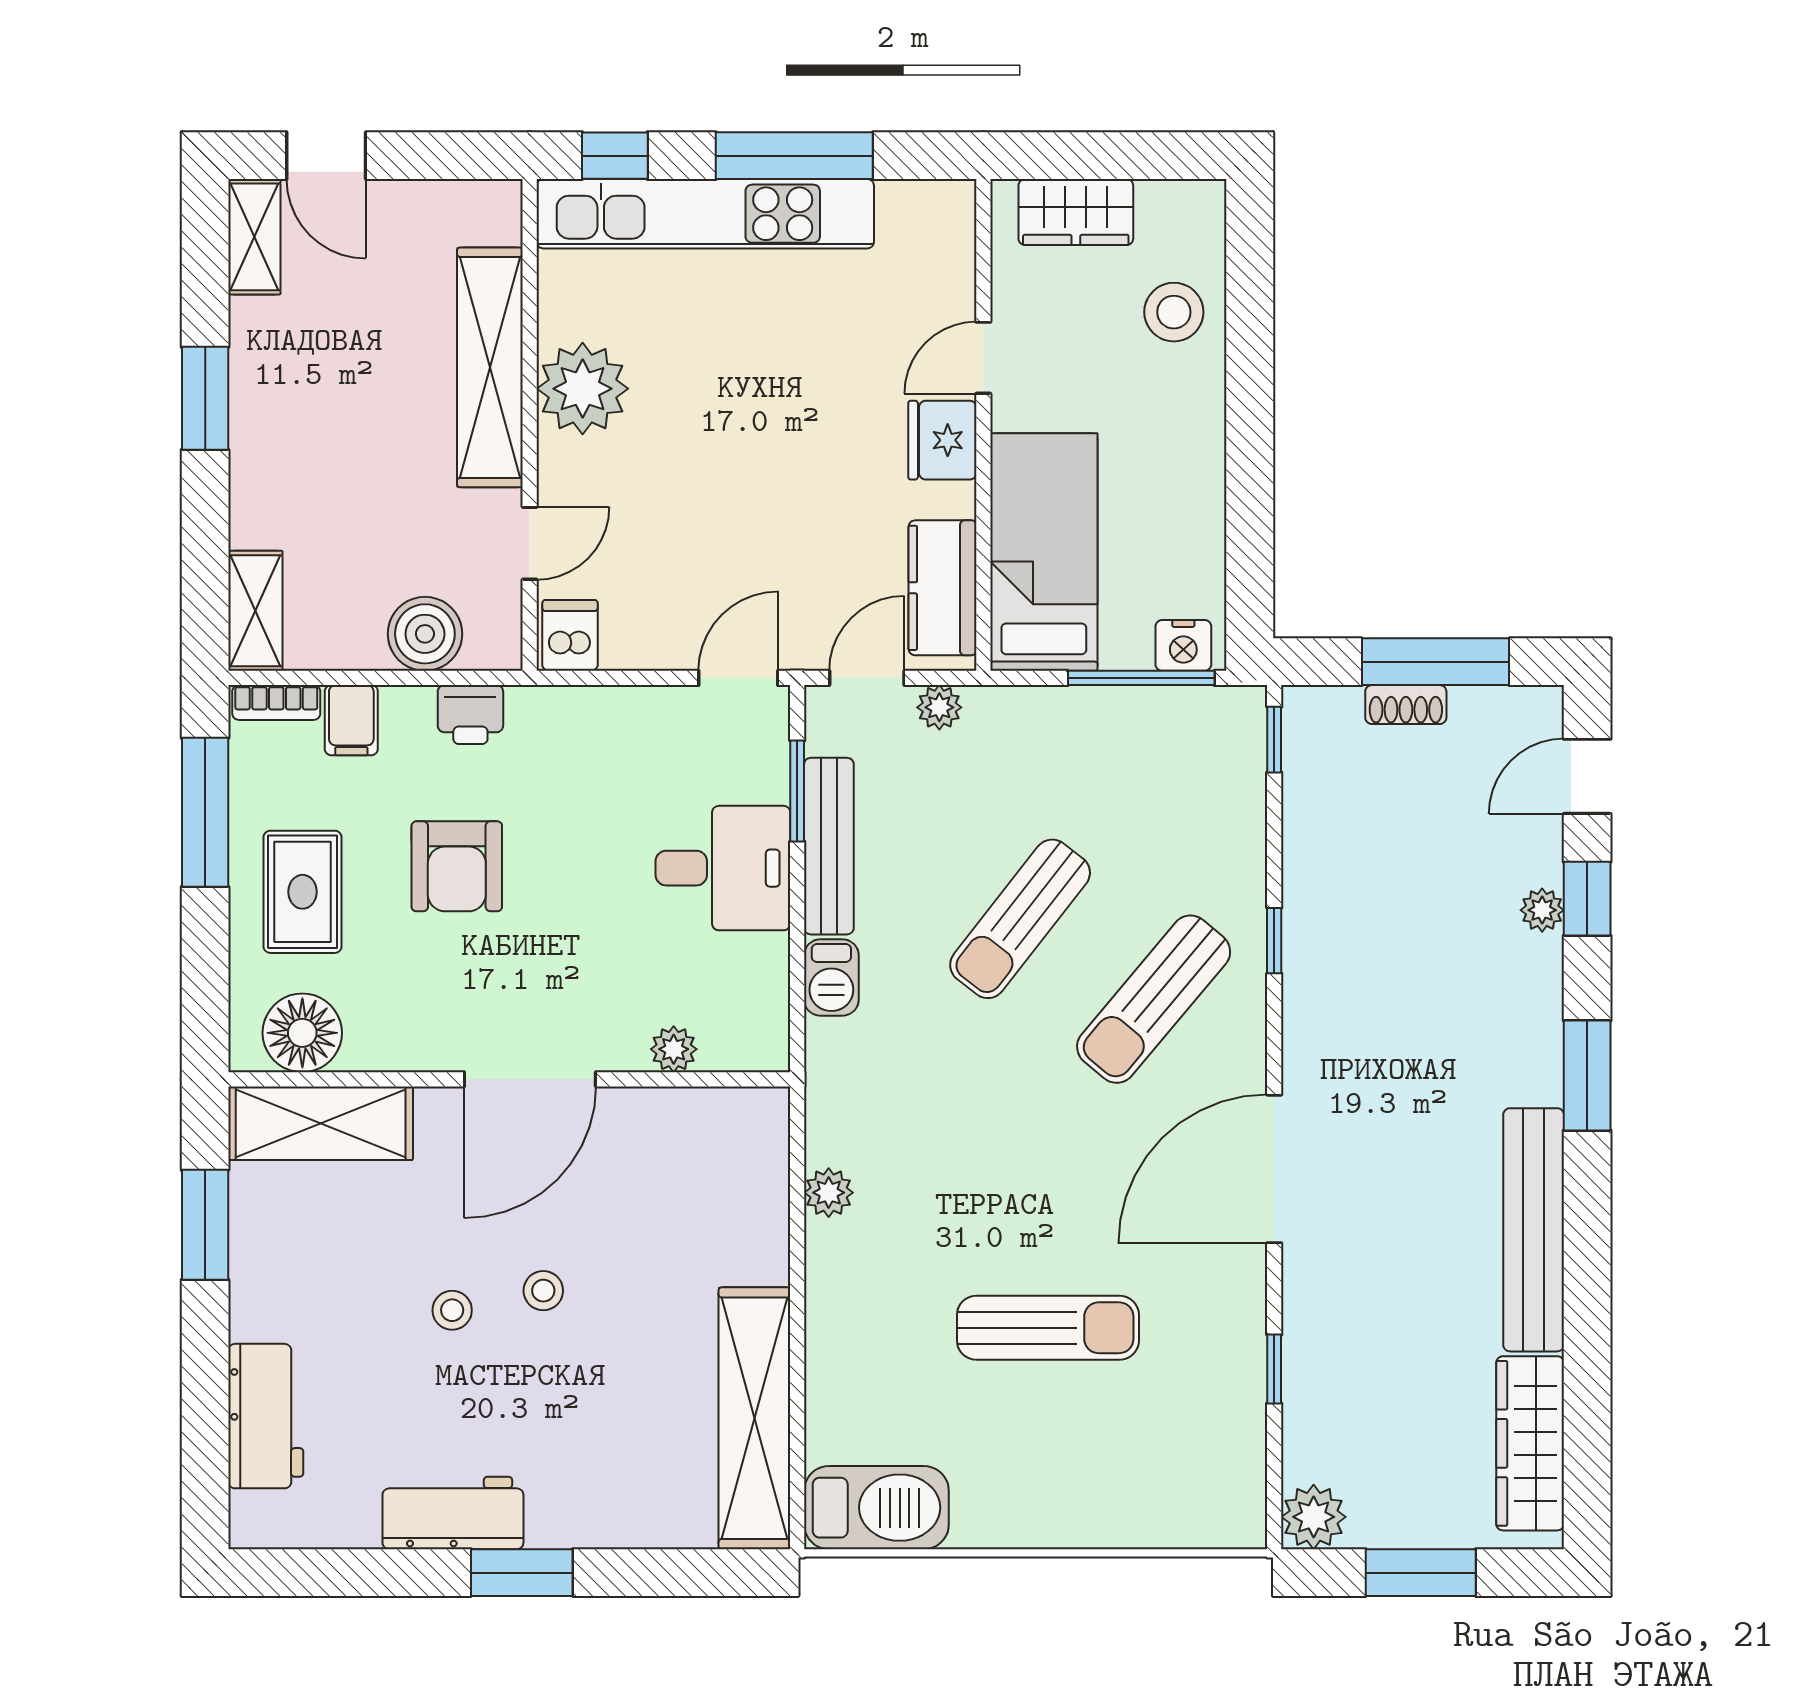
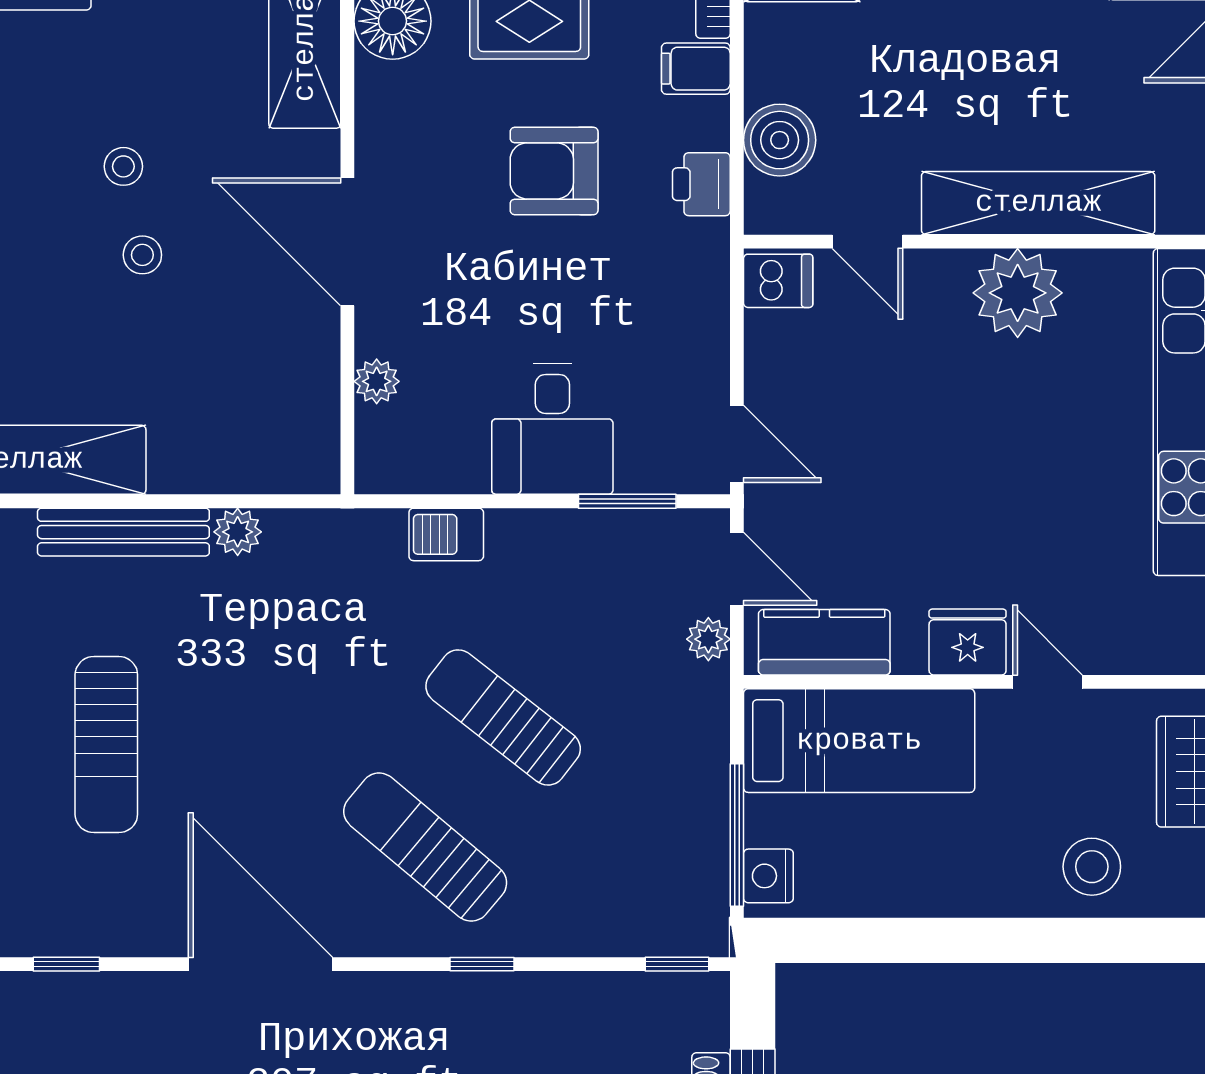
bench: (829, 846) -> (123, 532), moved

